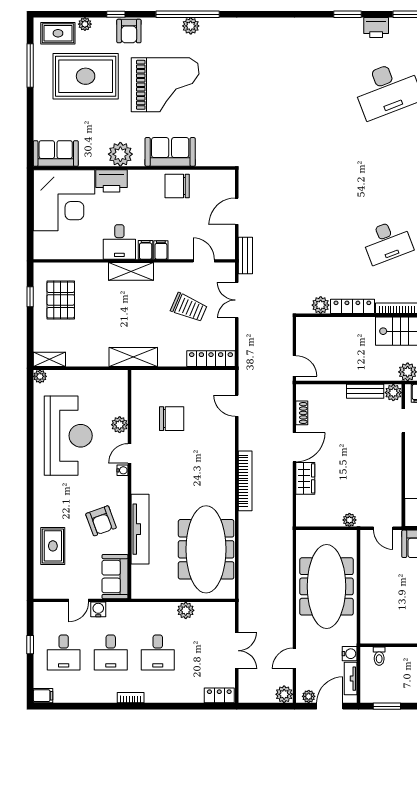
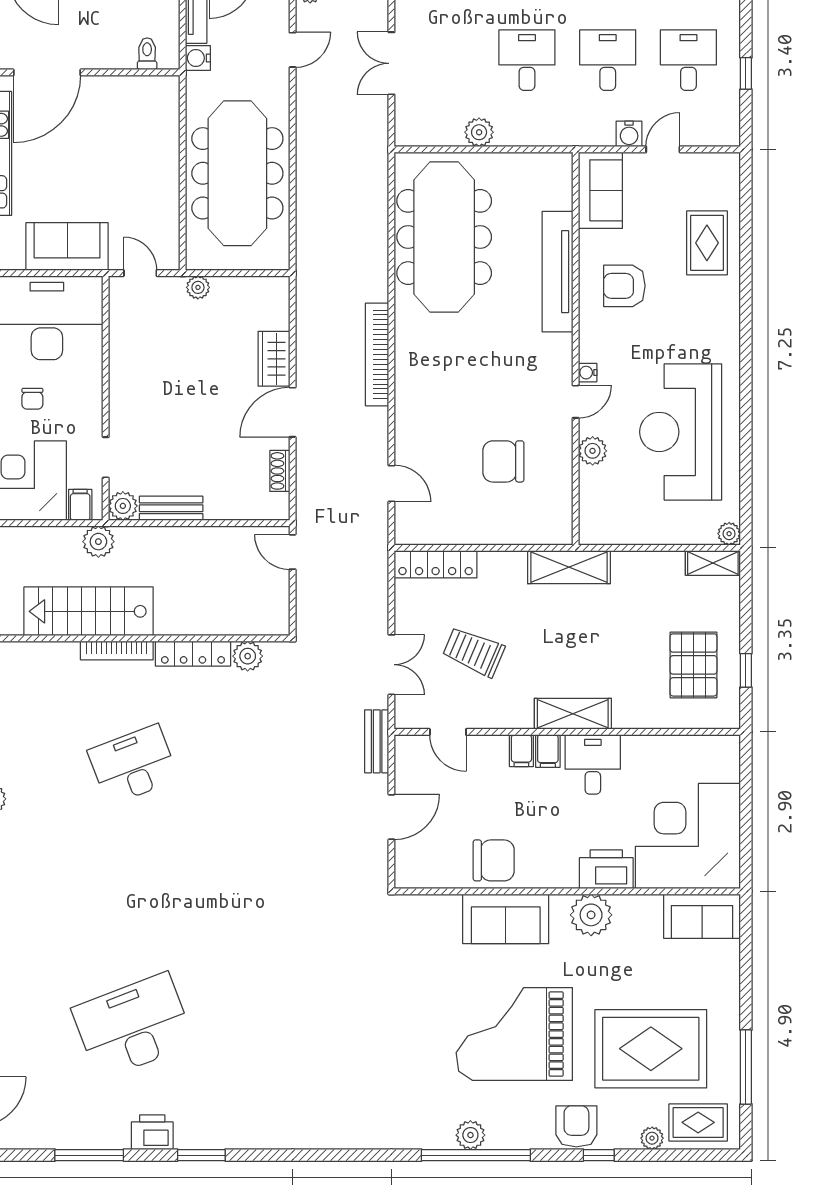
armchair: (101, 521) -> (624, 286), turned -70

